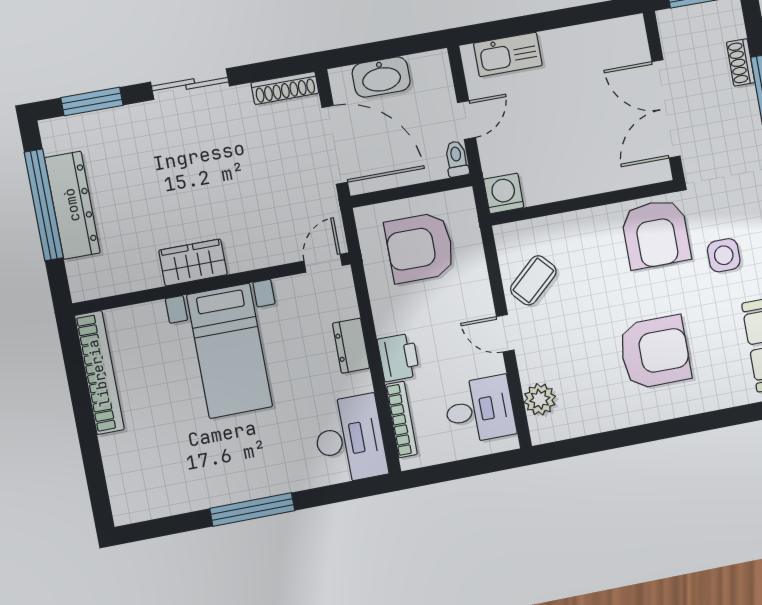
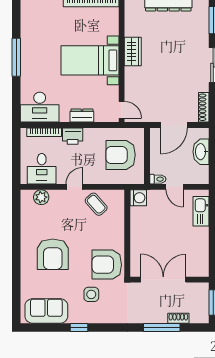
door: (335, 145) -> (174, 125), width x0.73
armchair: (420, 248) -> (121, 155), turned -90

